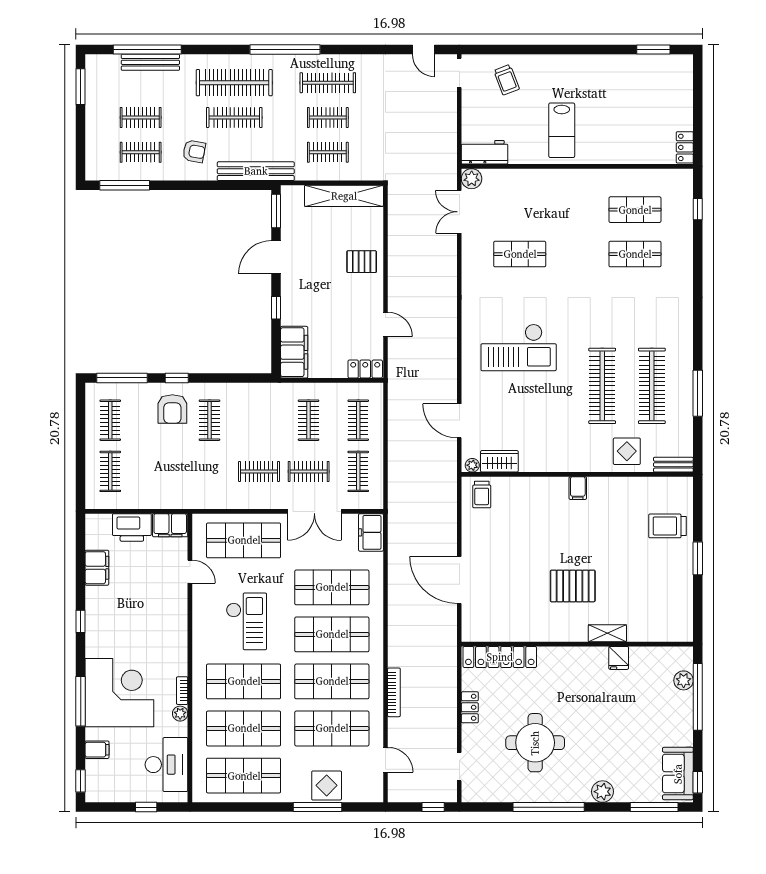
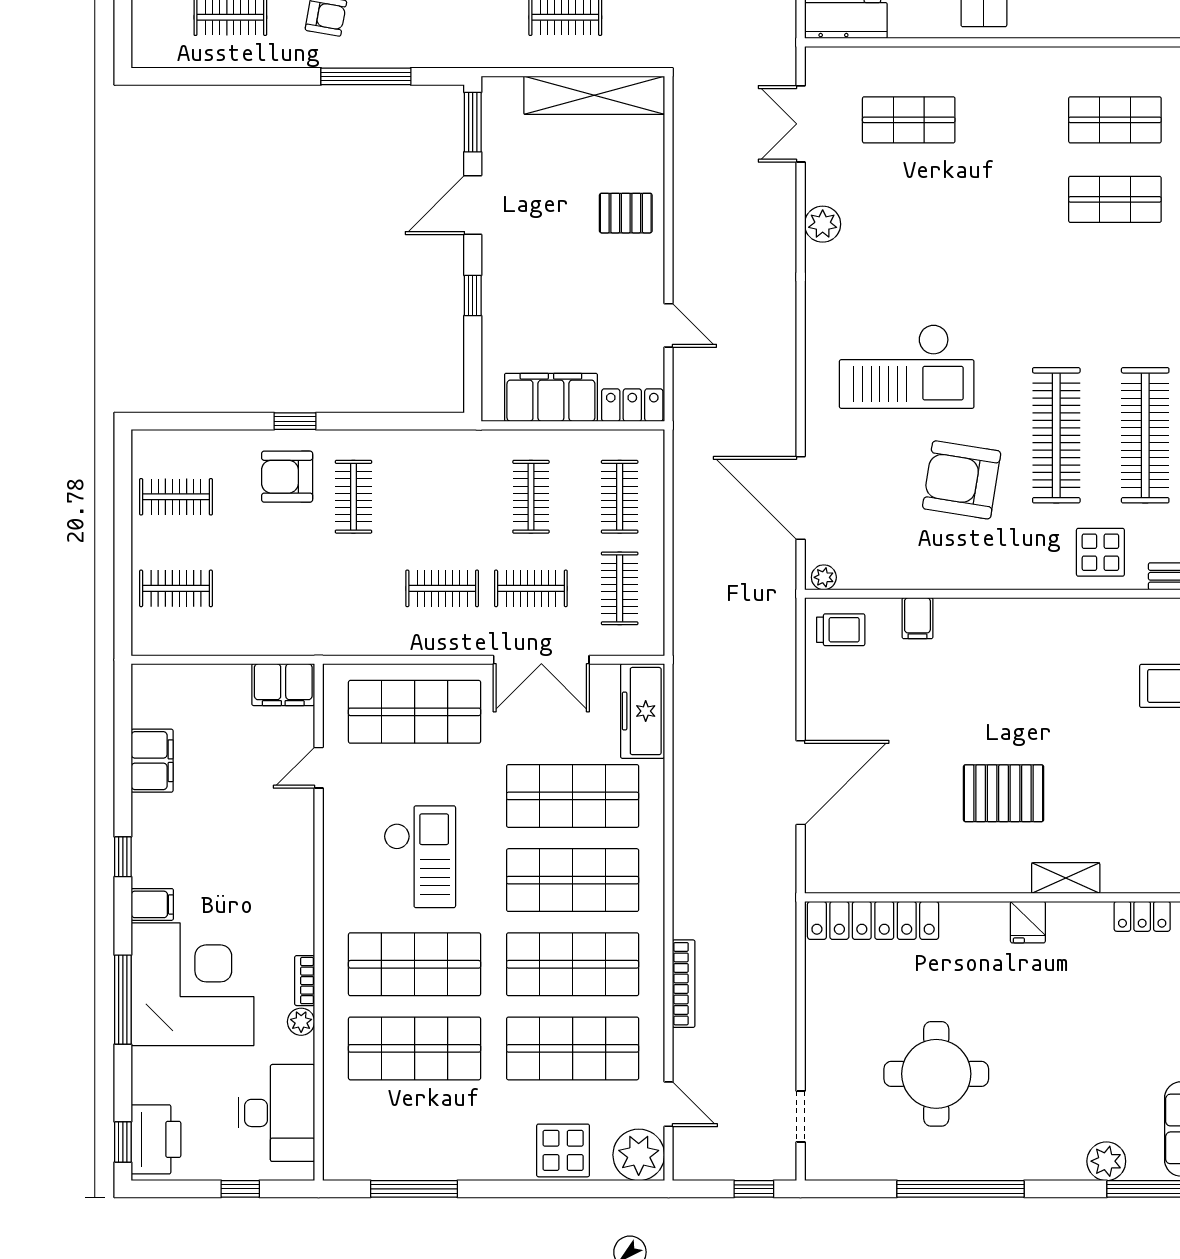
bench: (256, 171) -> (436, 51), removed
plant: (472, 179) -> (823, 224), moved
window: (125, 185) -> (366, 76), moved
shop shelf: (520, 254) -> (909, 120), moved
filing cabinet: (294, 352) -> (551, 397), moved, turned -90
window: (122, 378) -> (197, 421), removed
armchair: (172, 409) -> (287, 477), turned 90
armchair: (549, 411) -> (962, 480), added
clothes rail: (110, 420) -> (176, 497), turned 90
door: (459, 421) -> (801, 498), width x1.36
wardrobe: (499, 461) -> (872, 570), removed
clothes rail: (110, 471) -> (176, 588), turned 90
filing cabinet: (578, 488) -> (917, 618), moved
trolley: (482, 495) -> (841, 630), turned -90
printer: (132, 527) -> (156, 1139), moved, turned -90
freezer: (371, 532) -> (643, 711), width x1.40
door: (190, 572) -> (319, 768), swing flipped
door: (459, 580) -> (801, 783), swing flipped
fridge: (619, 658) -> (1028, 922), moved
locker: (470, 707) -> (1142, 916), moved, turned 90
filing cabinet: (97, 750) -> (152, 904), moved
shop shelf: (244, 776) -> (415, 1133), removed
plant: (369, 788) -> (639, 1155), added
plant: (602, 792) -> (1106, 1161), moved
window: (317, 807) -> (414, 1189), moved

